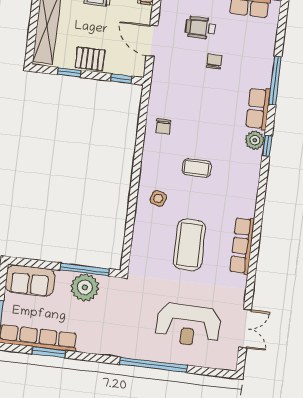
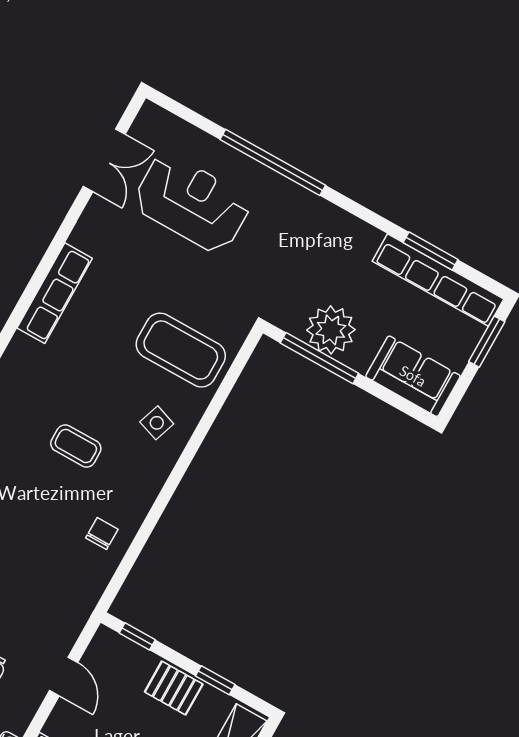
door: (152, 41) -> (64, 676), width x0.73
coffee table: (189, 245) -> (181, 350), moved, turned 90
double door: (245, 329) -> (104, 160), swing flipped

